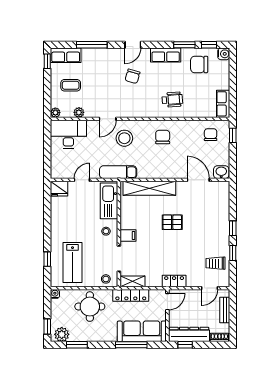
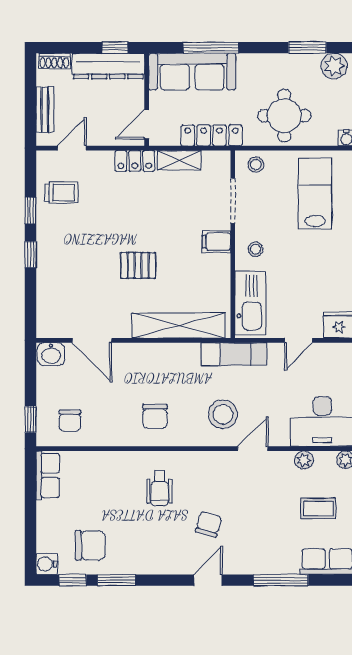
row of seats: (166, 55) -> (150, 562), removed
wheelchair: (172, 100) -> (160, 488), moved, turned -86
shelving: (132, 281) -> (179, 160), moved

